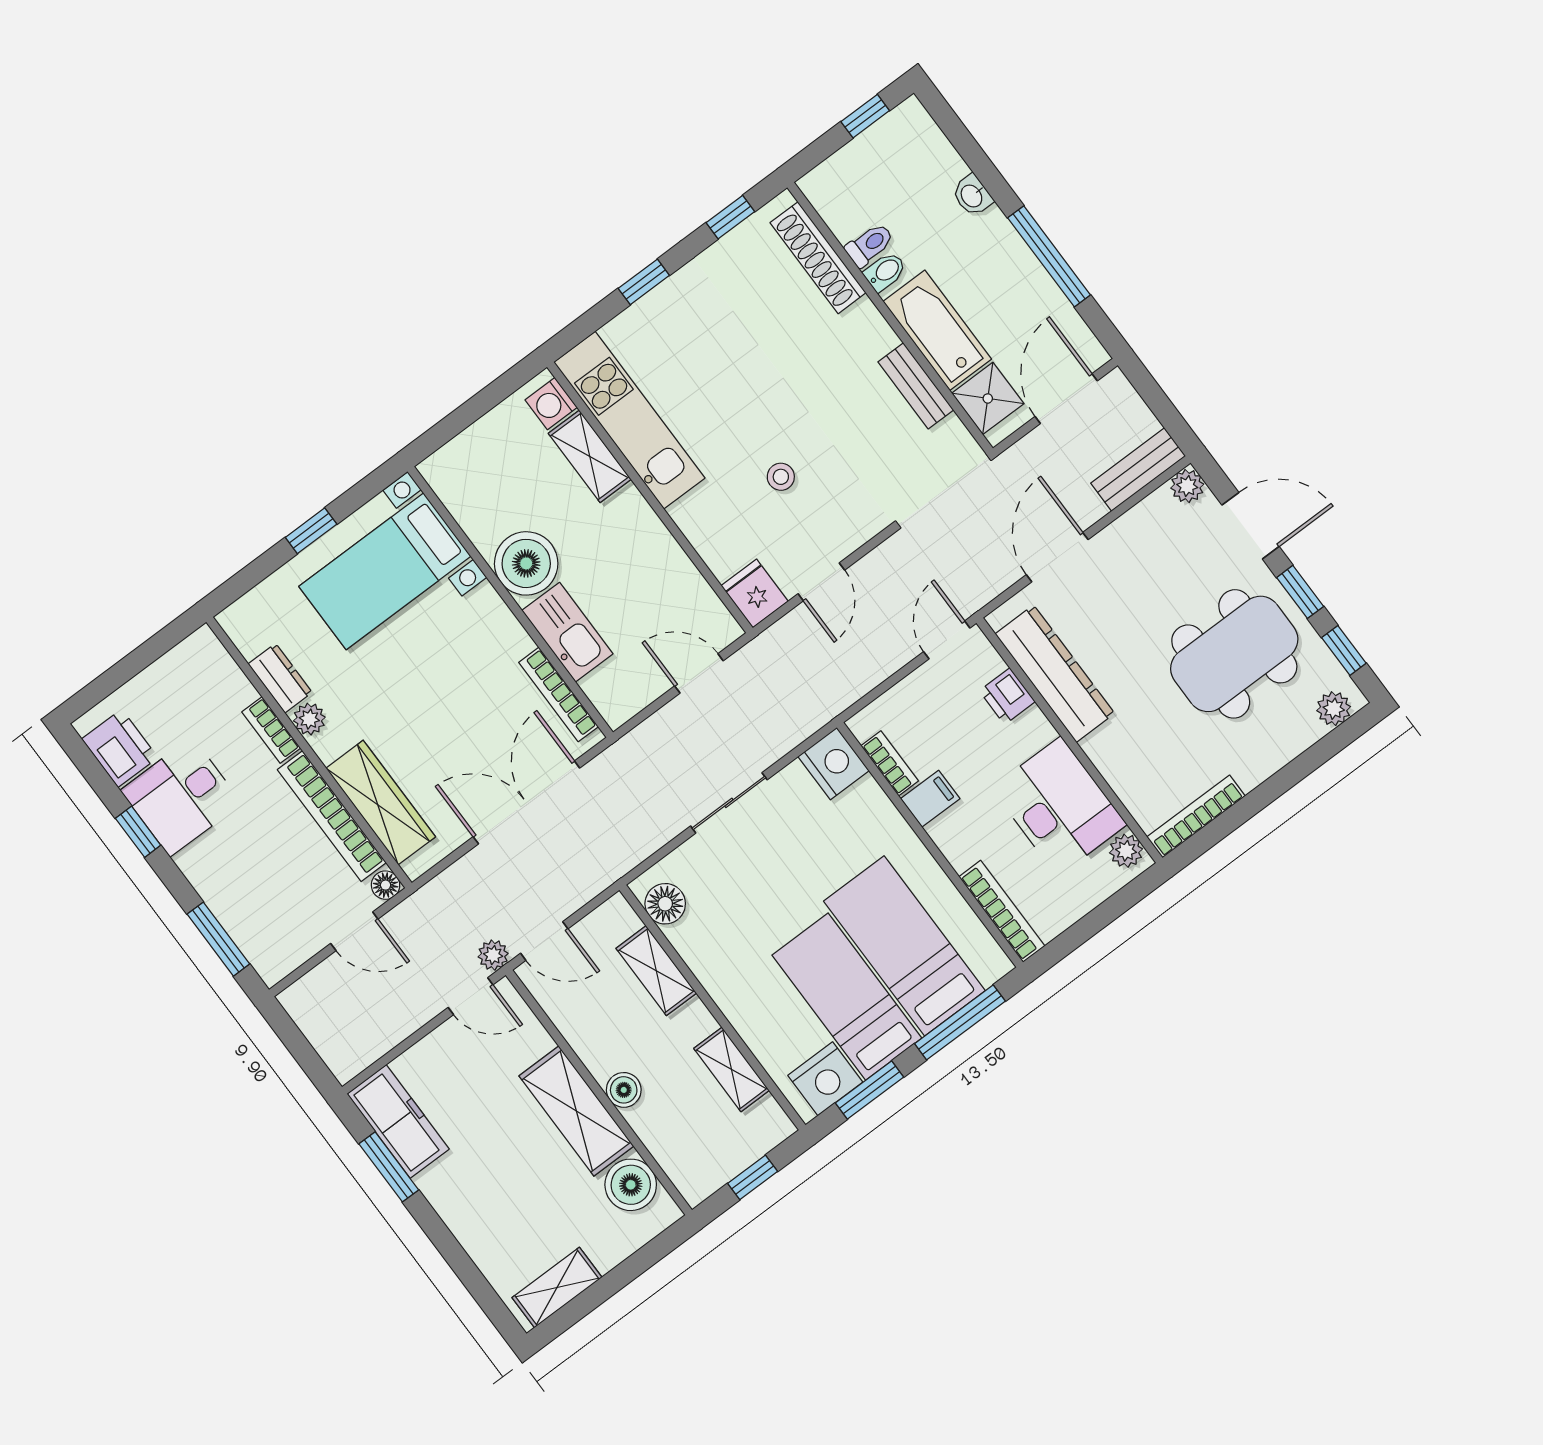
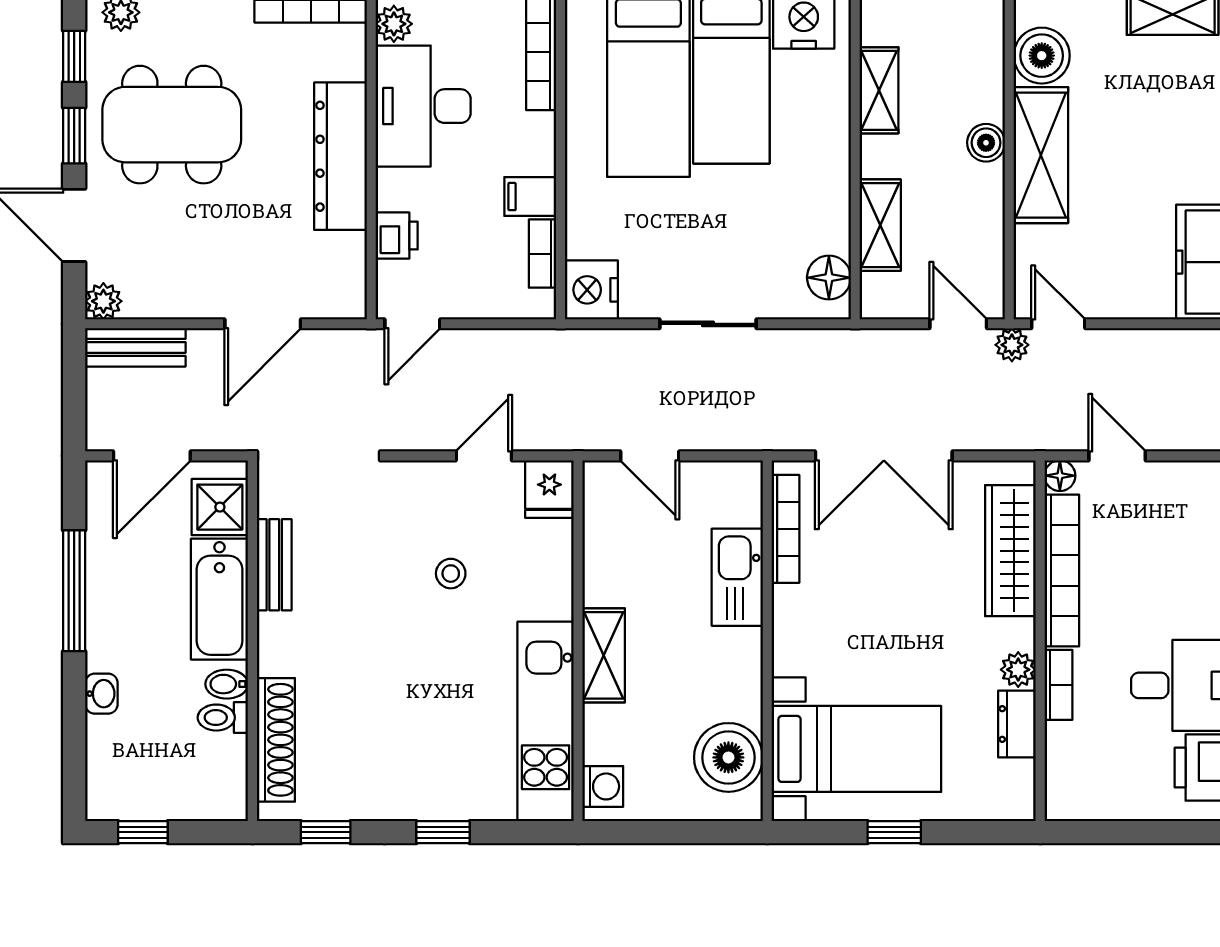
shelving: (590, 456) -> (604, 655), moved
boiler: (526, 563) -> (728, 757), moved
dresser: (1055, 674) -> (341, 156), moved

